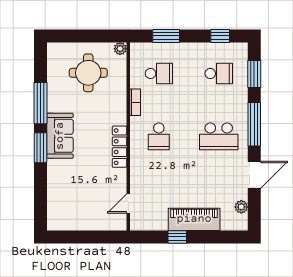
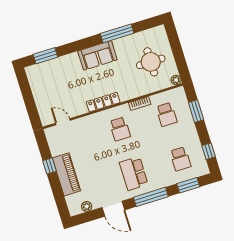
school desk: (159, 136) -> (120, 129), turned -90
window: (40, 148) -> (45, 56), moved

